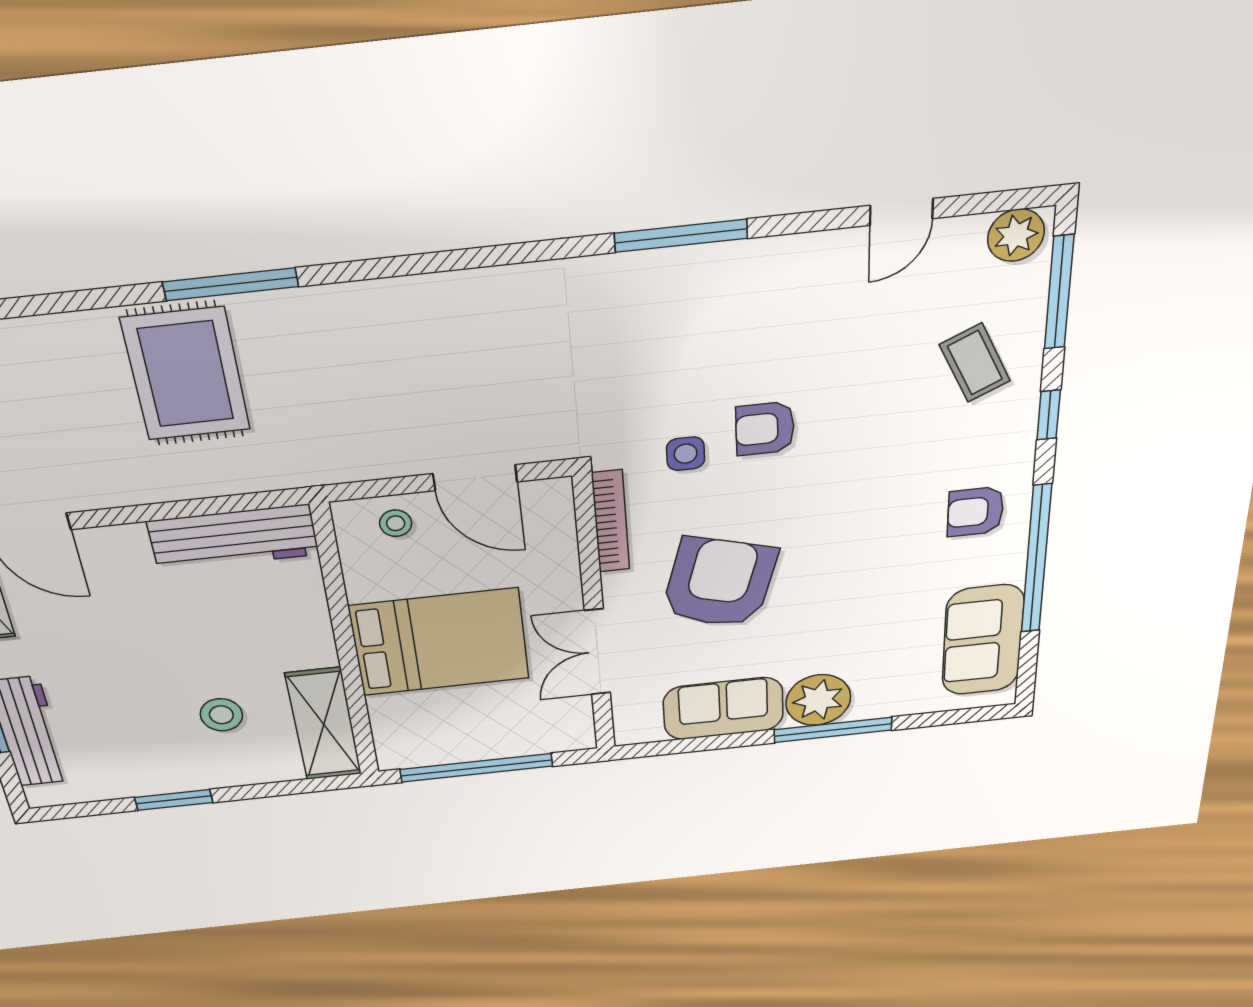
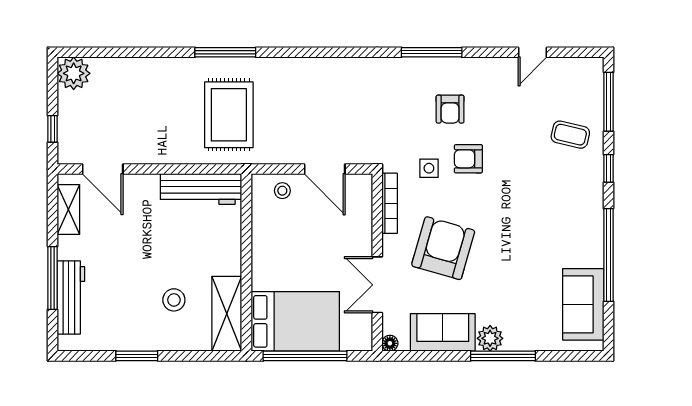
plant: (1016, 235) -> (586, 70), removed
coffee table: (975, 363) -> (570, 135), turned -52
rug: (186, 374) -> (229, 115), moved
armchair: (976, 512) -> (450, 109), moved, turned -90
bed: (440, 642) -> (295, 321), moved
plant: (818, 700) -> (490, 338), width x0.73, depth x0.73
floor lamp: (628, 734) -> (390, 343), added

